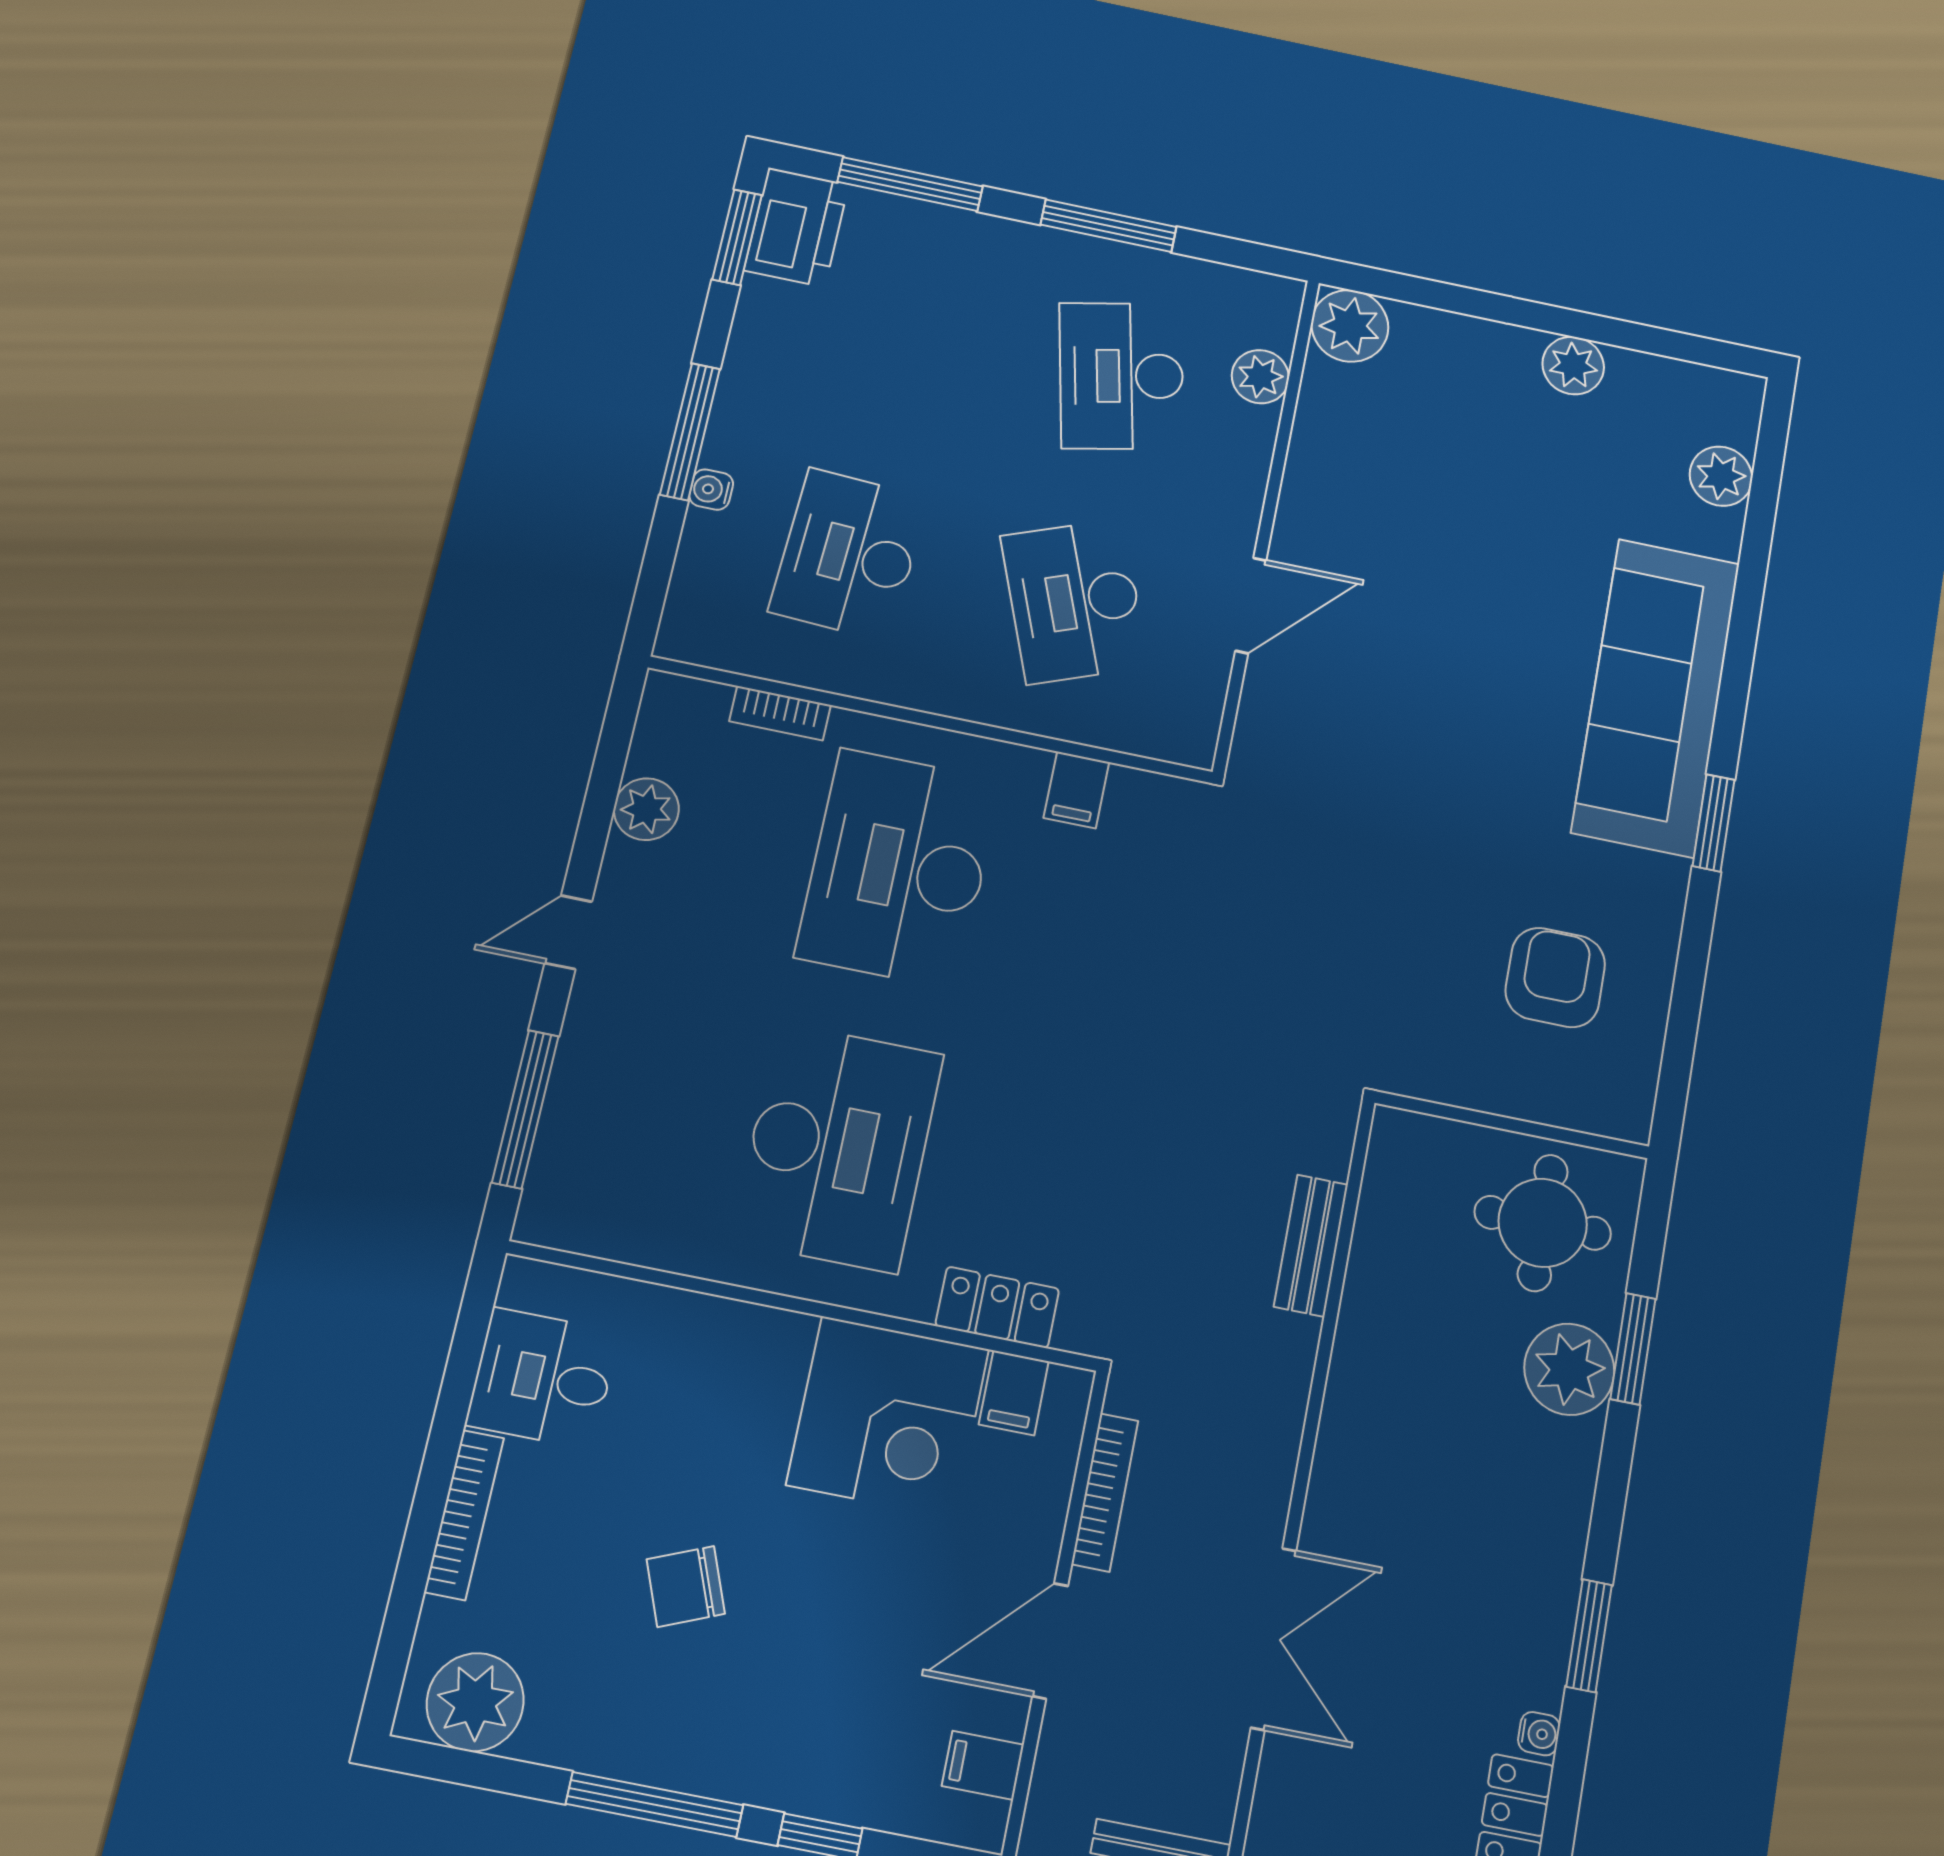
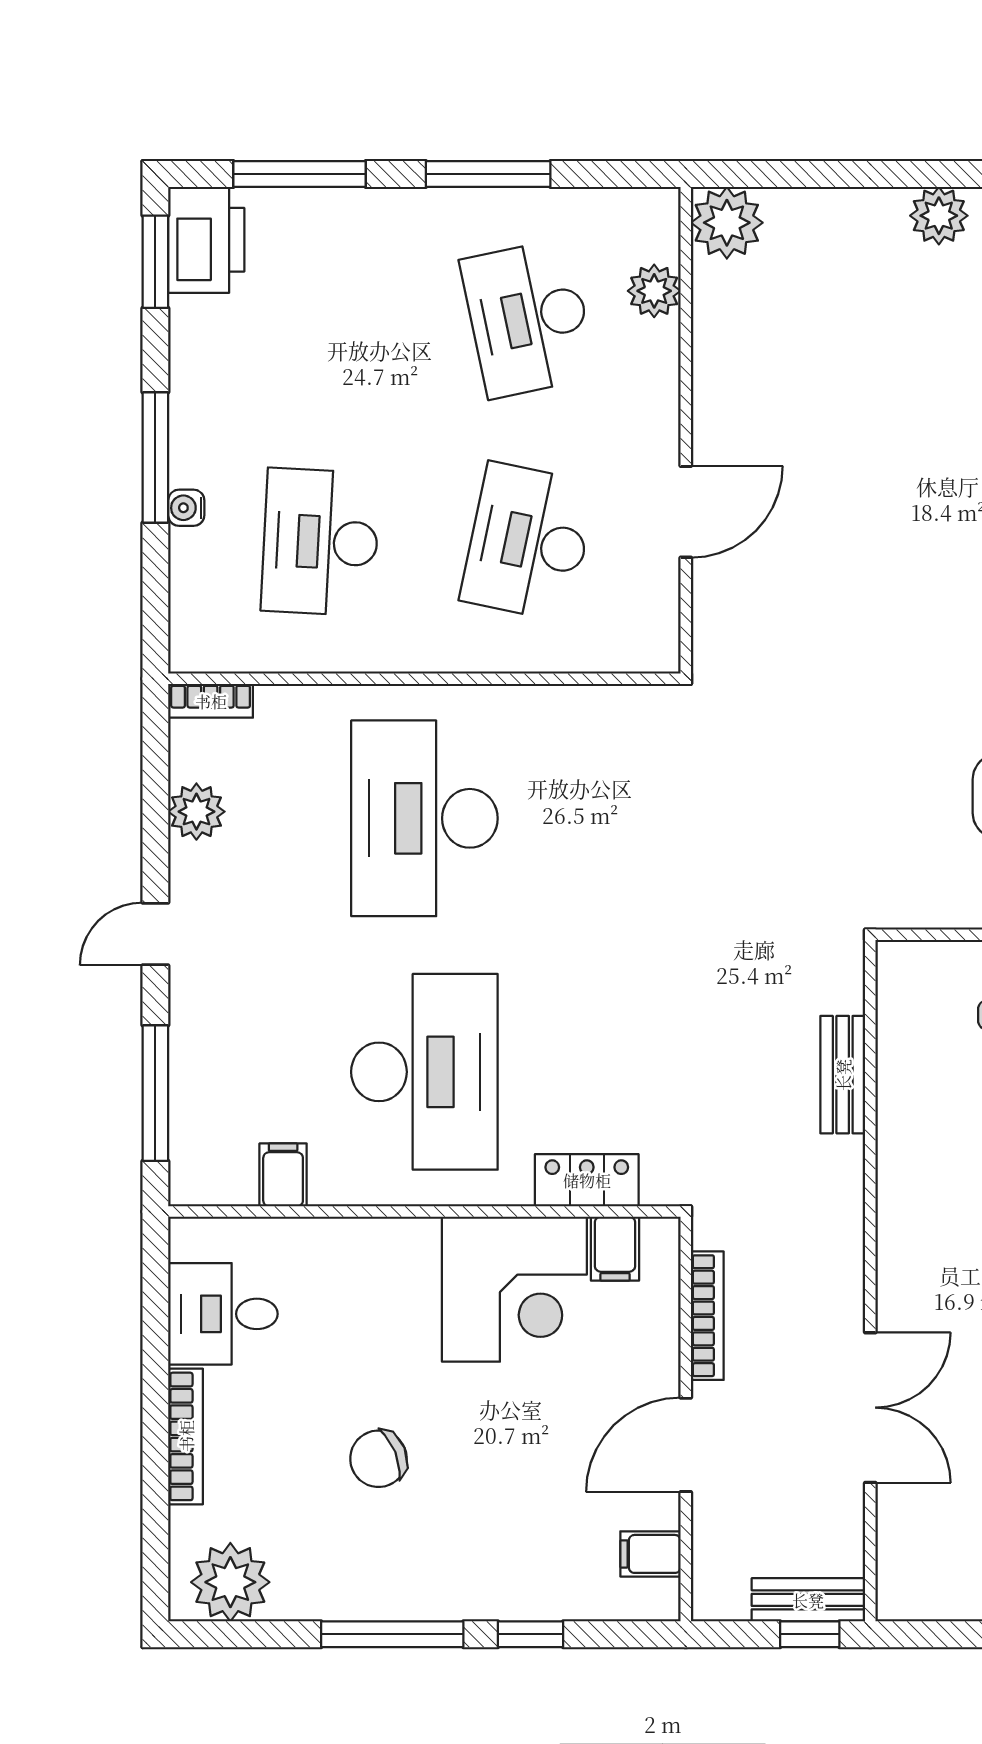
desk: (1075, 601) -> (528, 542), turned 33
bookcase: (780, 713) -> (211, 701), moved
filing cabinet: (1076, 790) -> (283, 1175), moved, turned 180

